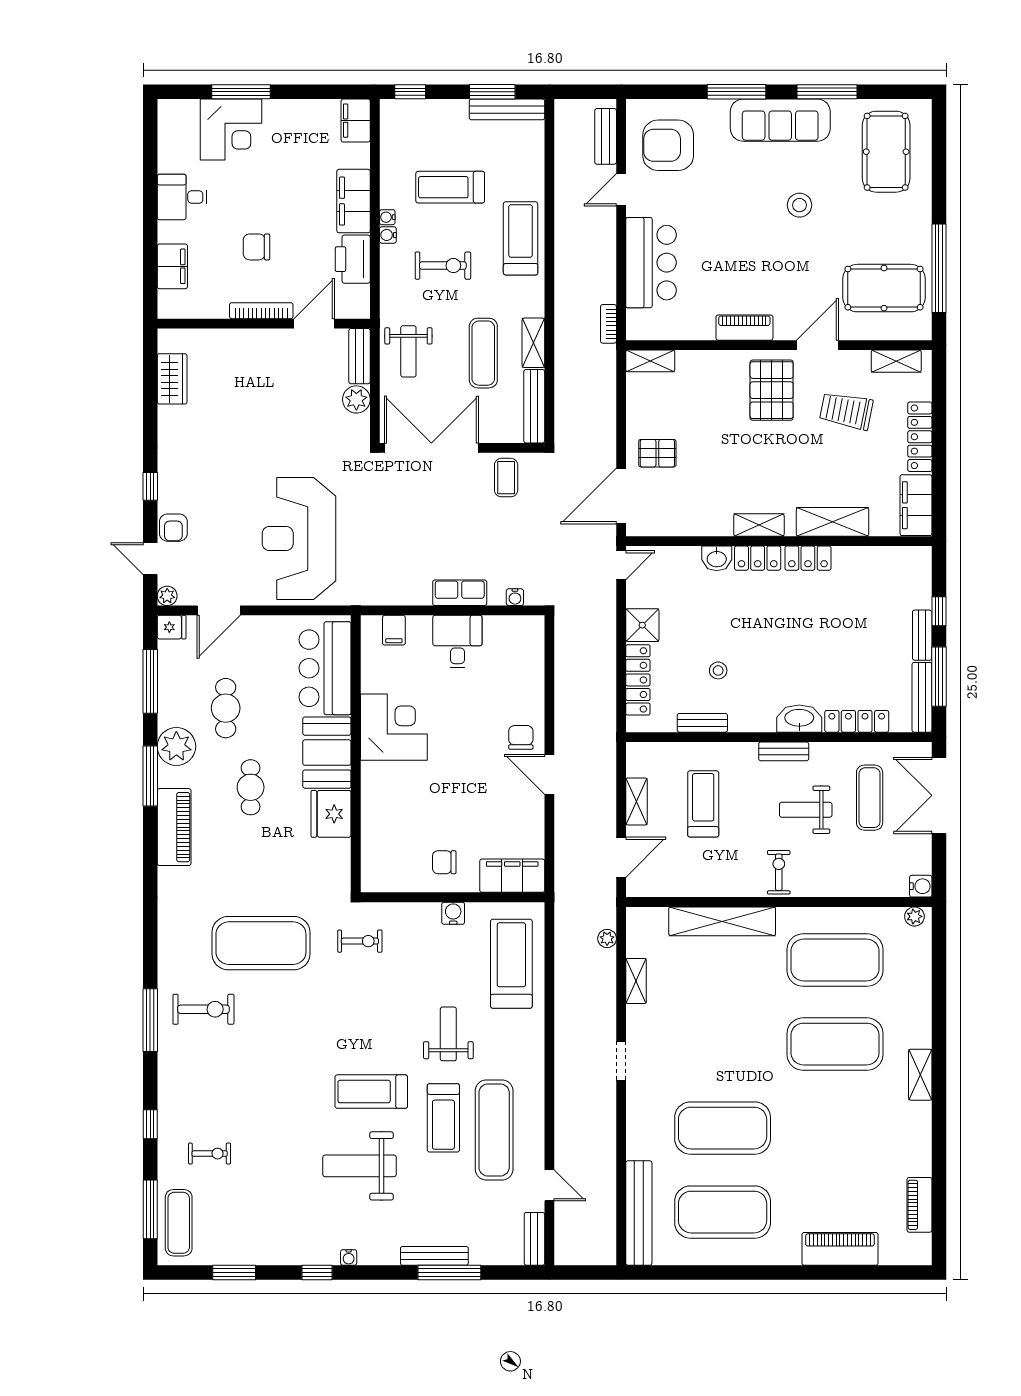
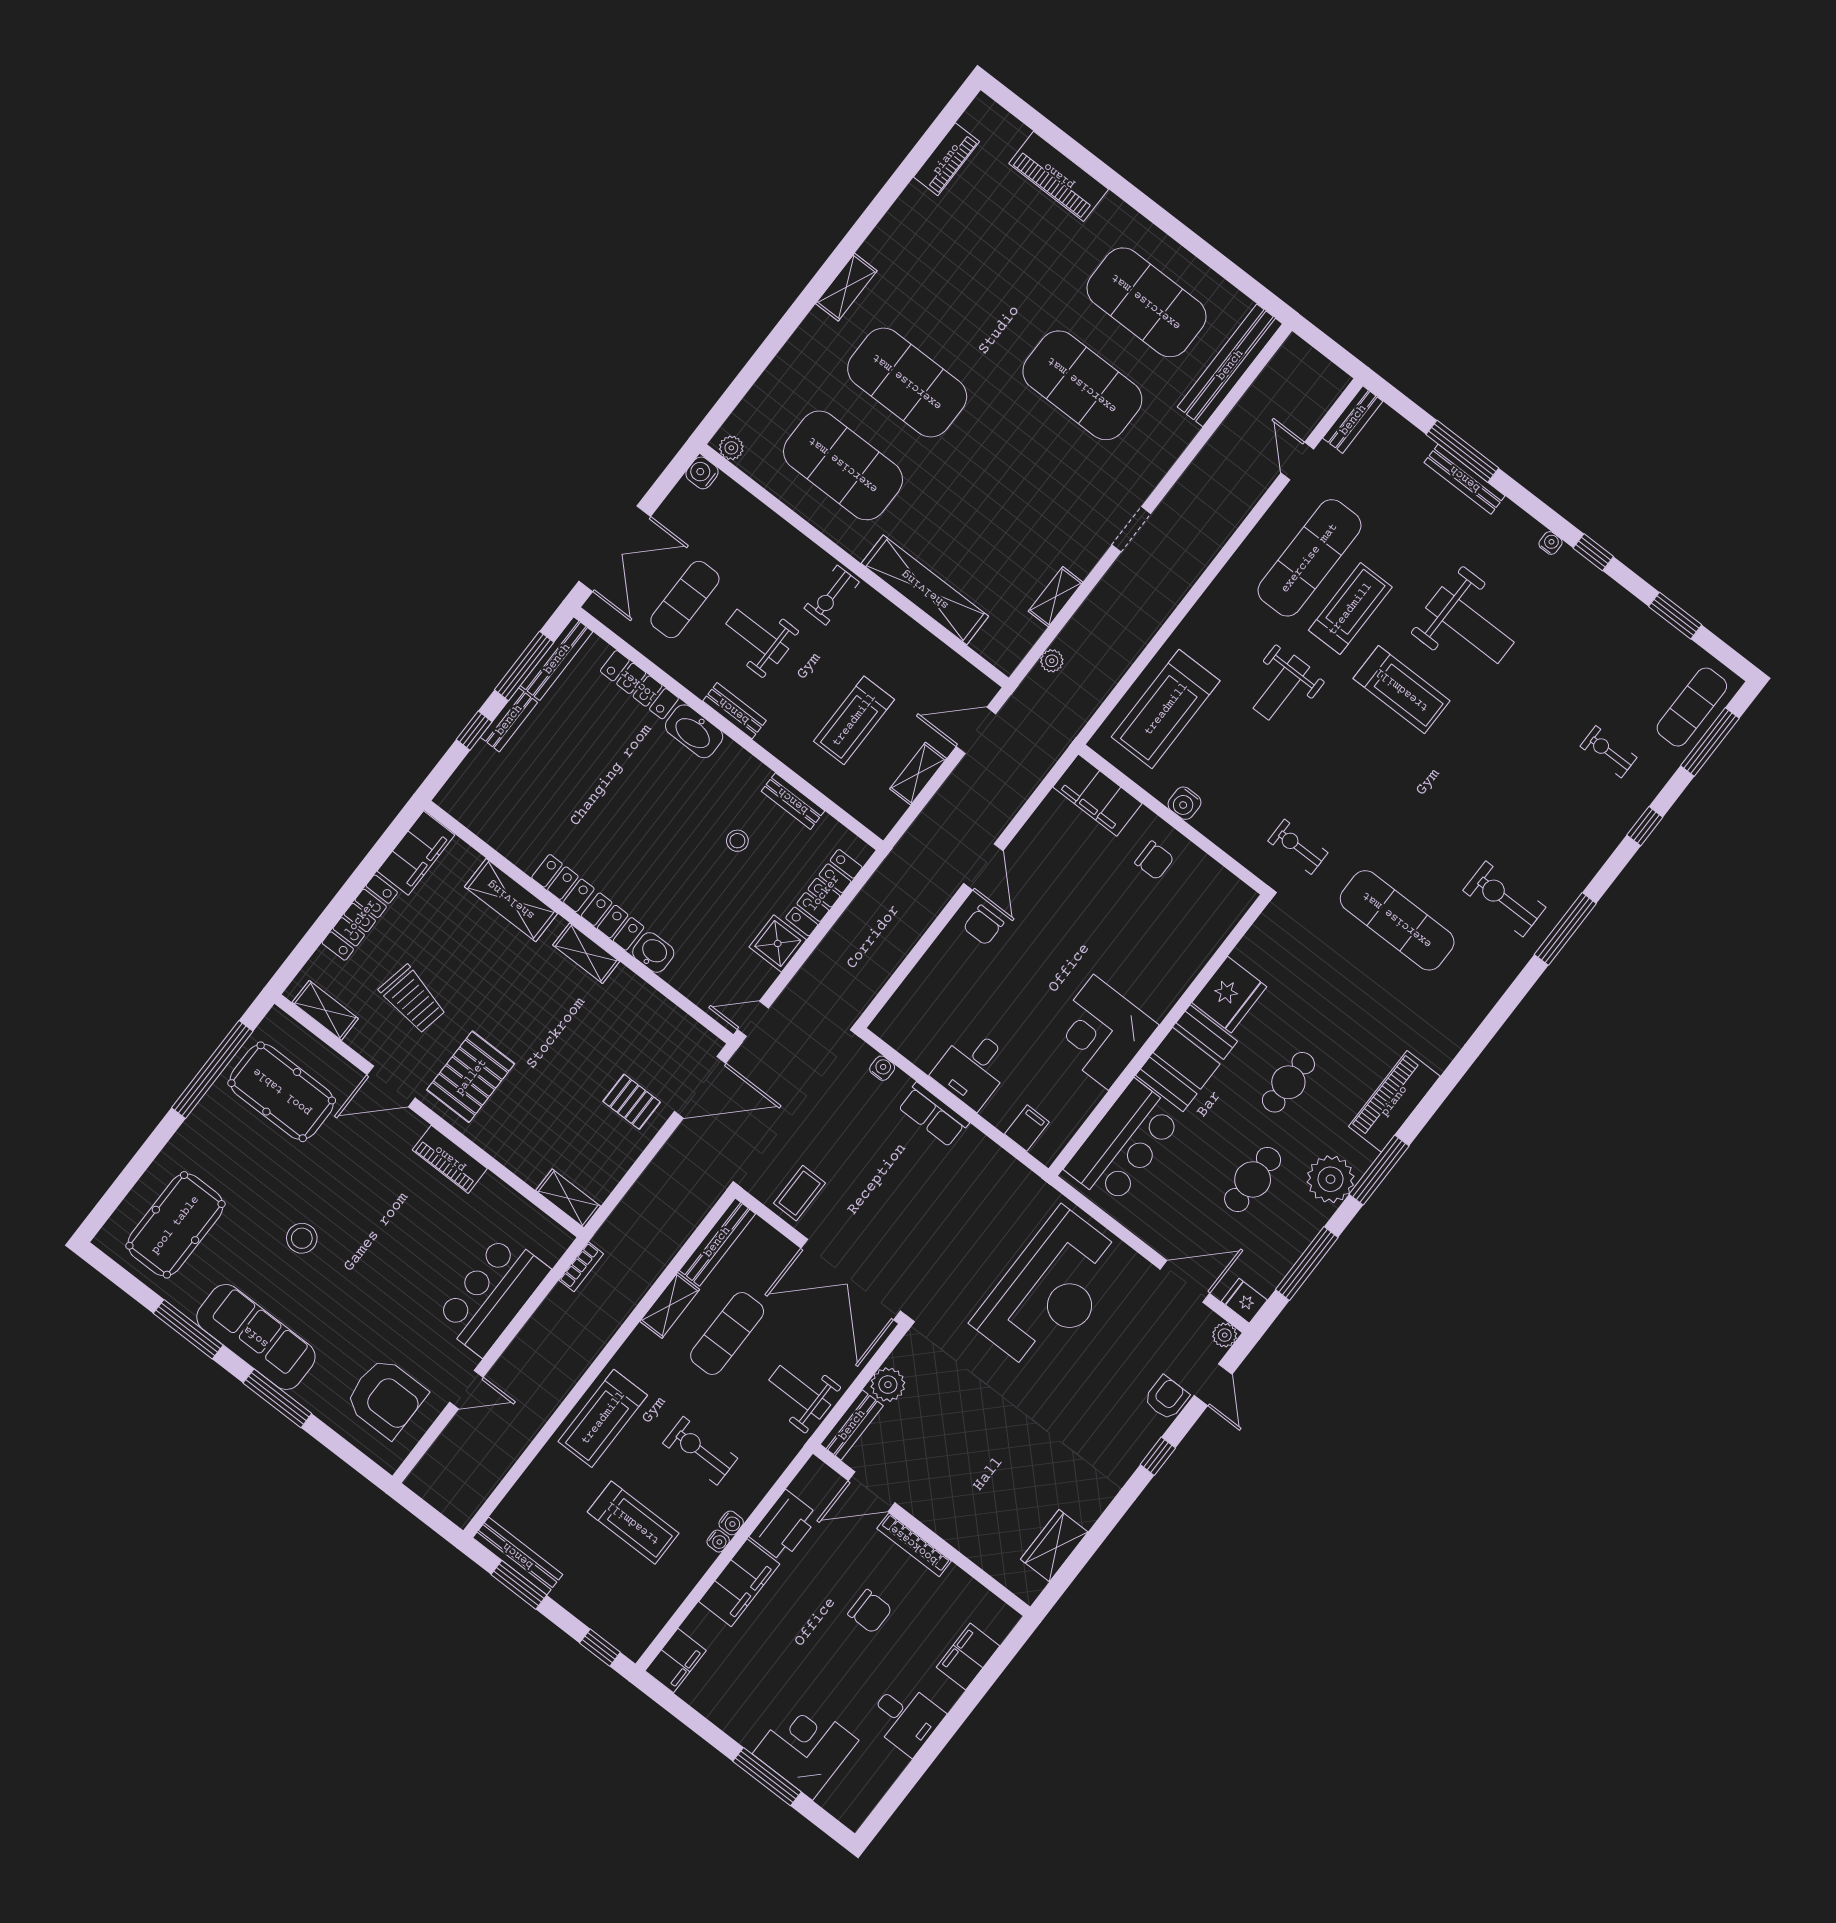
bench: (606, 136) -> (441, 1454), removed
weight bench: (408, 351) -> (800, 1392), turned -90
weight bench: (806, 810) -> (757, 636), turned 180
exercise mat: (261, 943) -> (1397, 920), width x0.68

